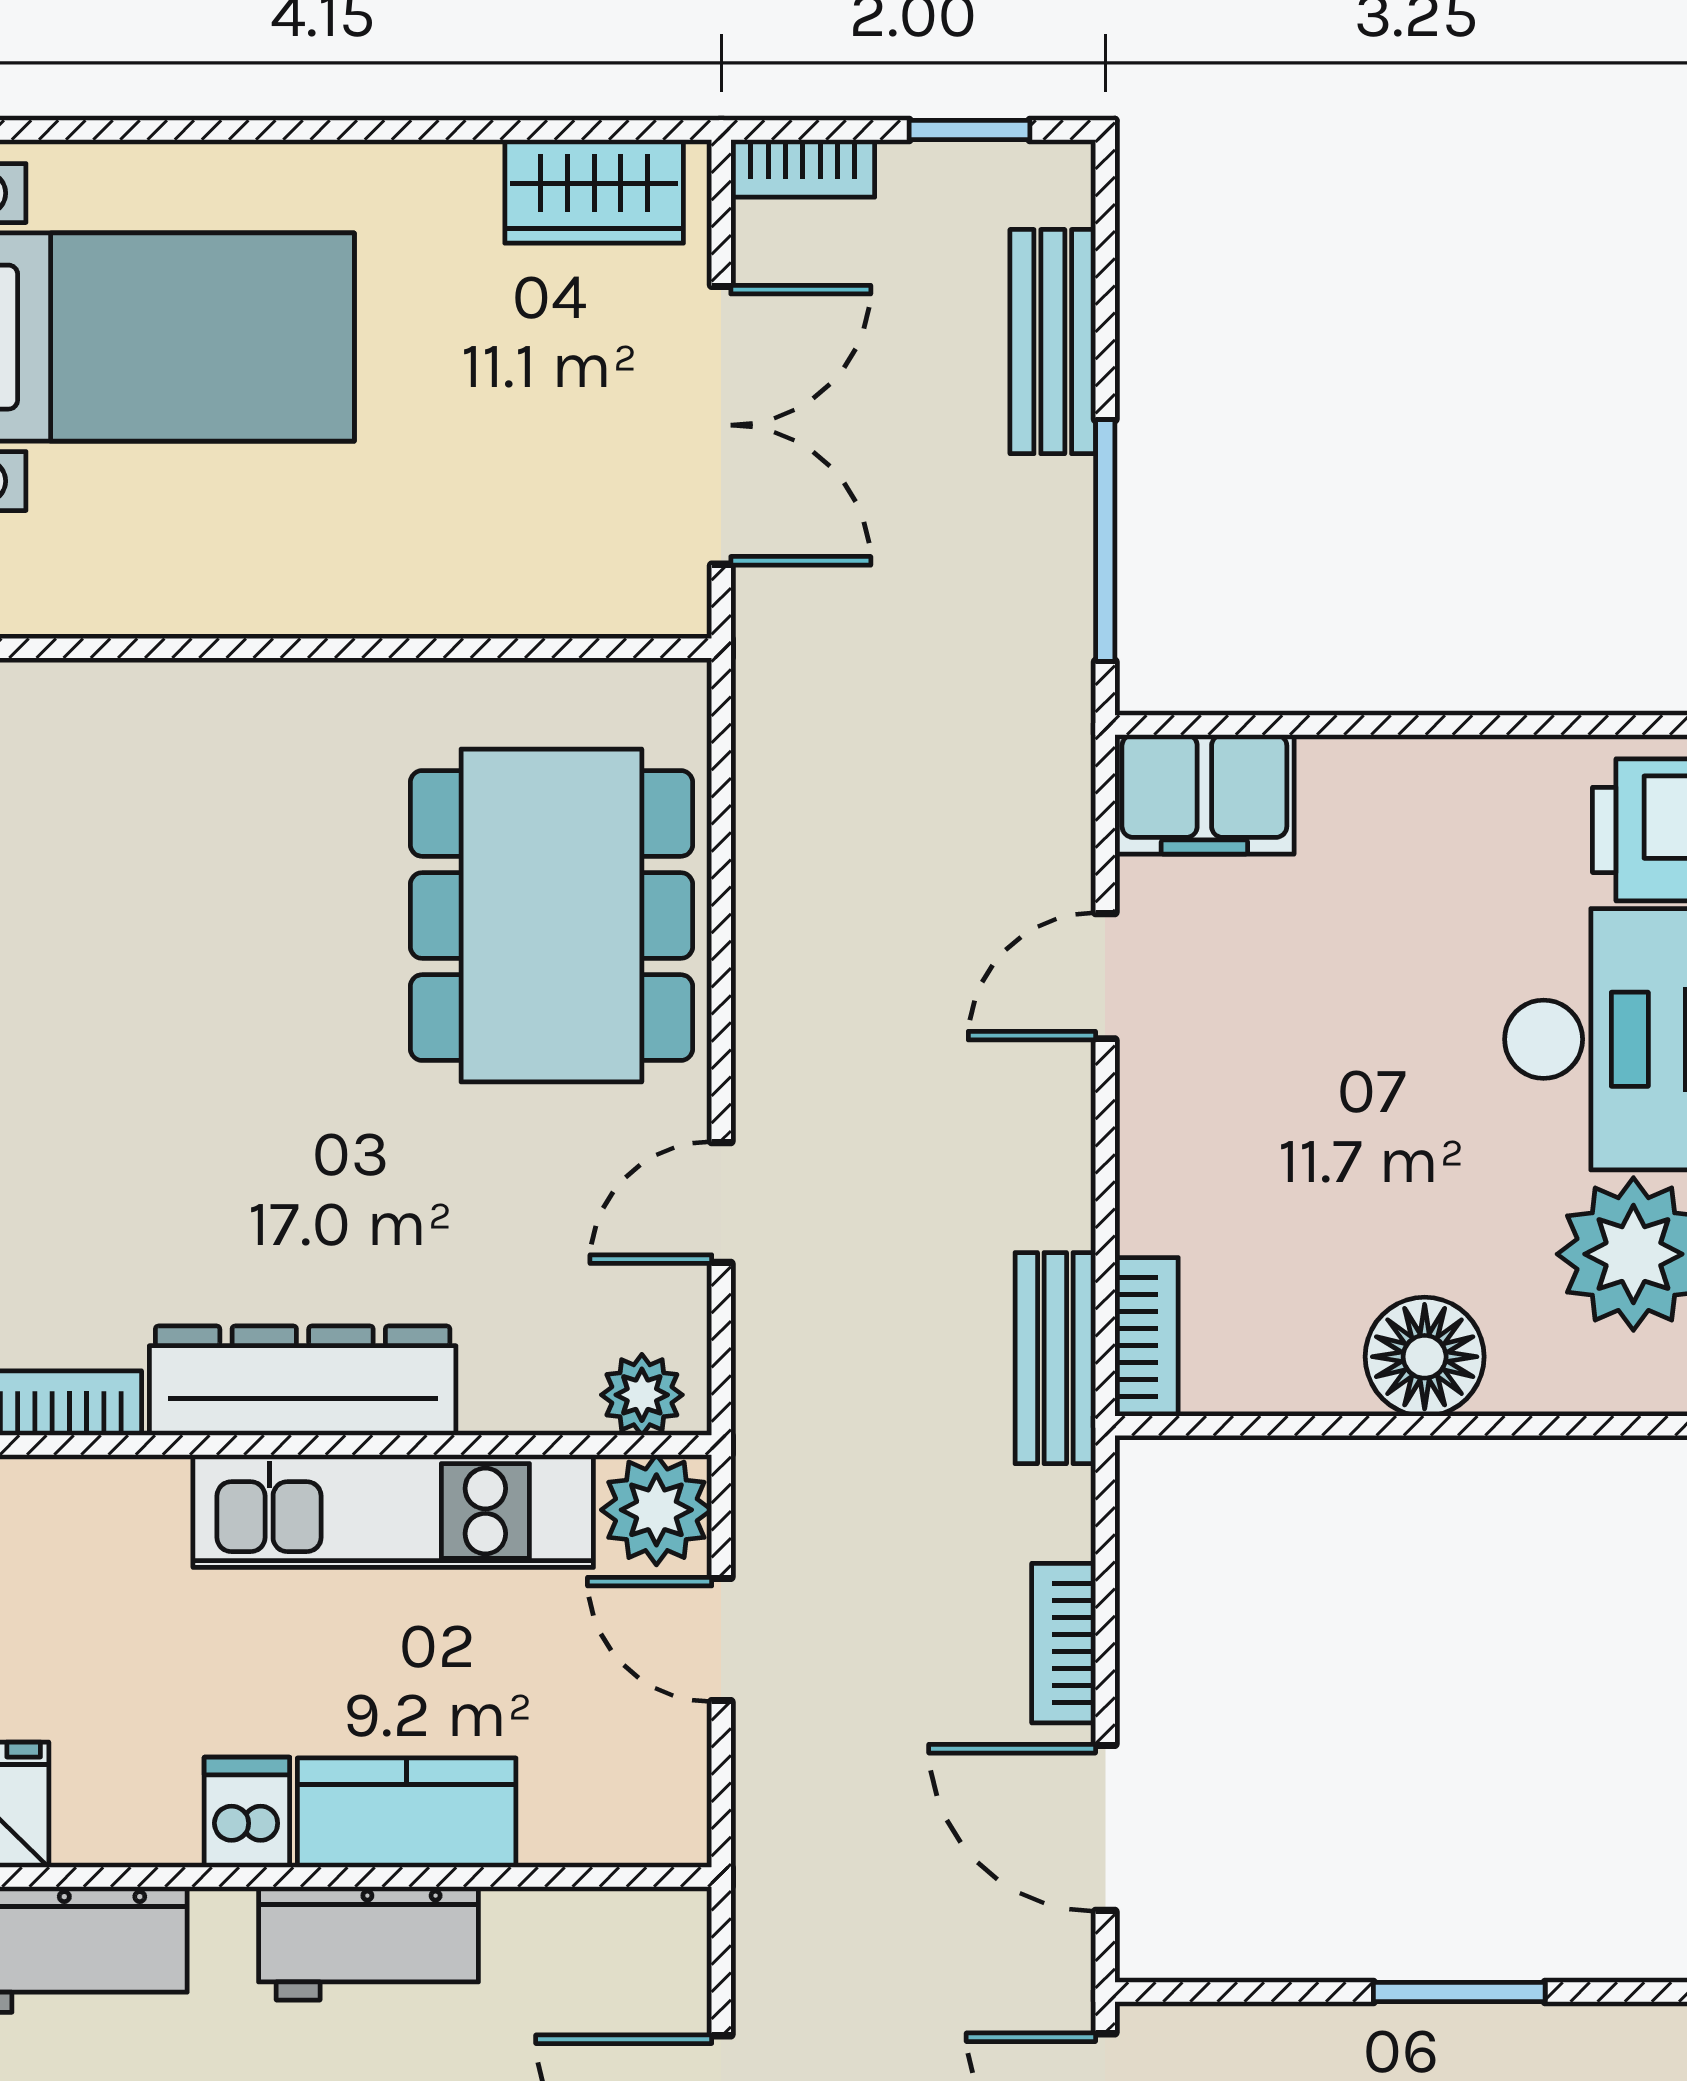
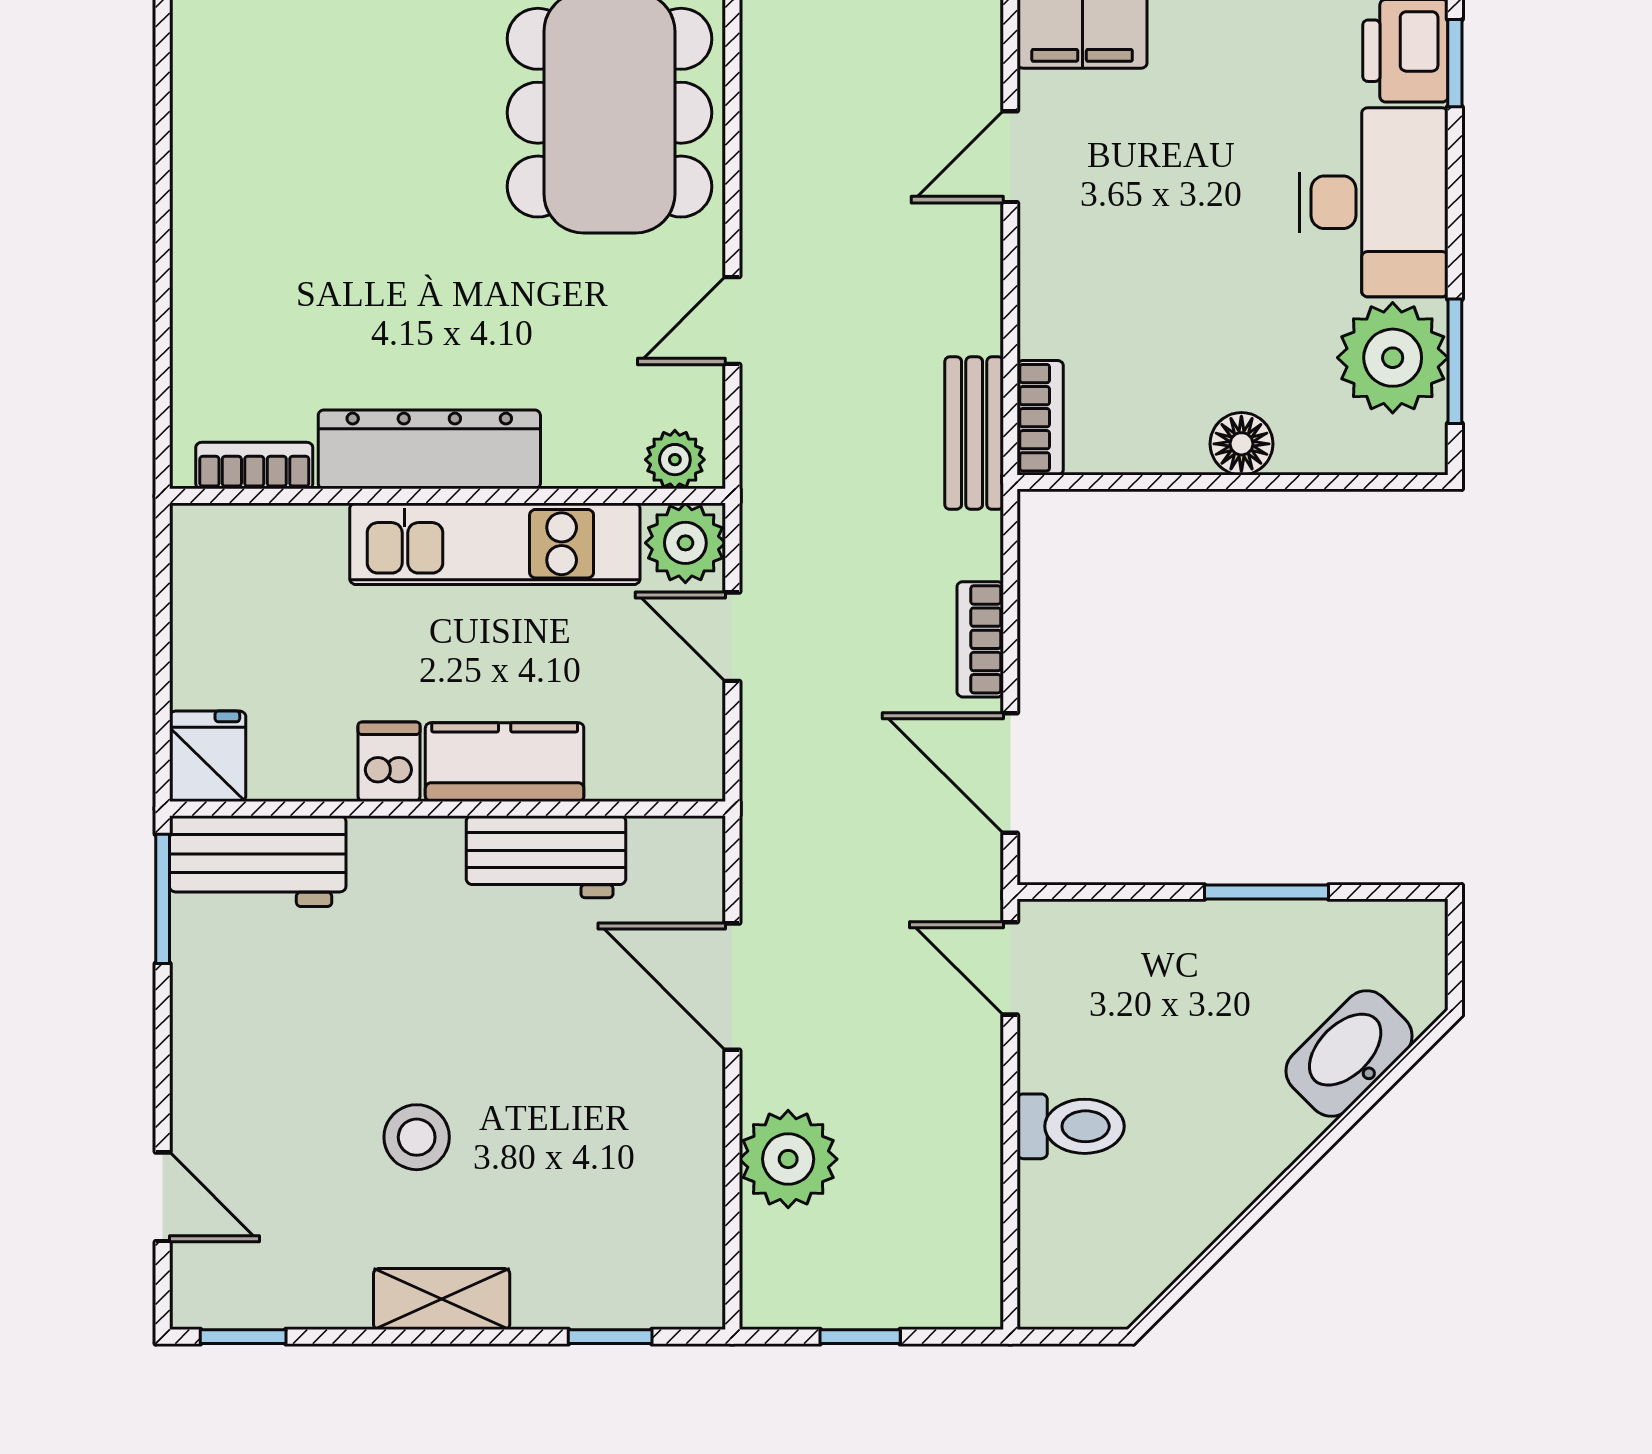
floor lamp: (1425, 1357) -> (1241, 444), width x0.73, depth x0.73
workbench: (368, 1943) -> (546, 857), moved

